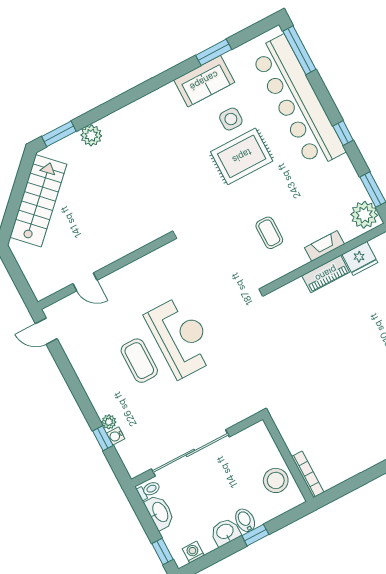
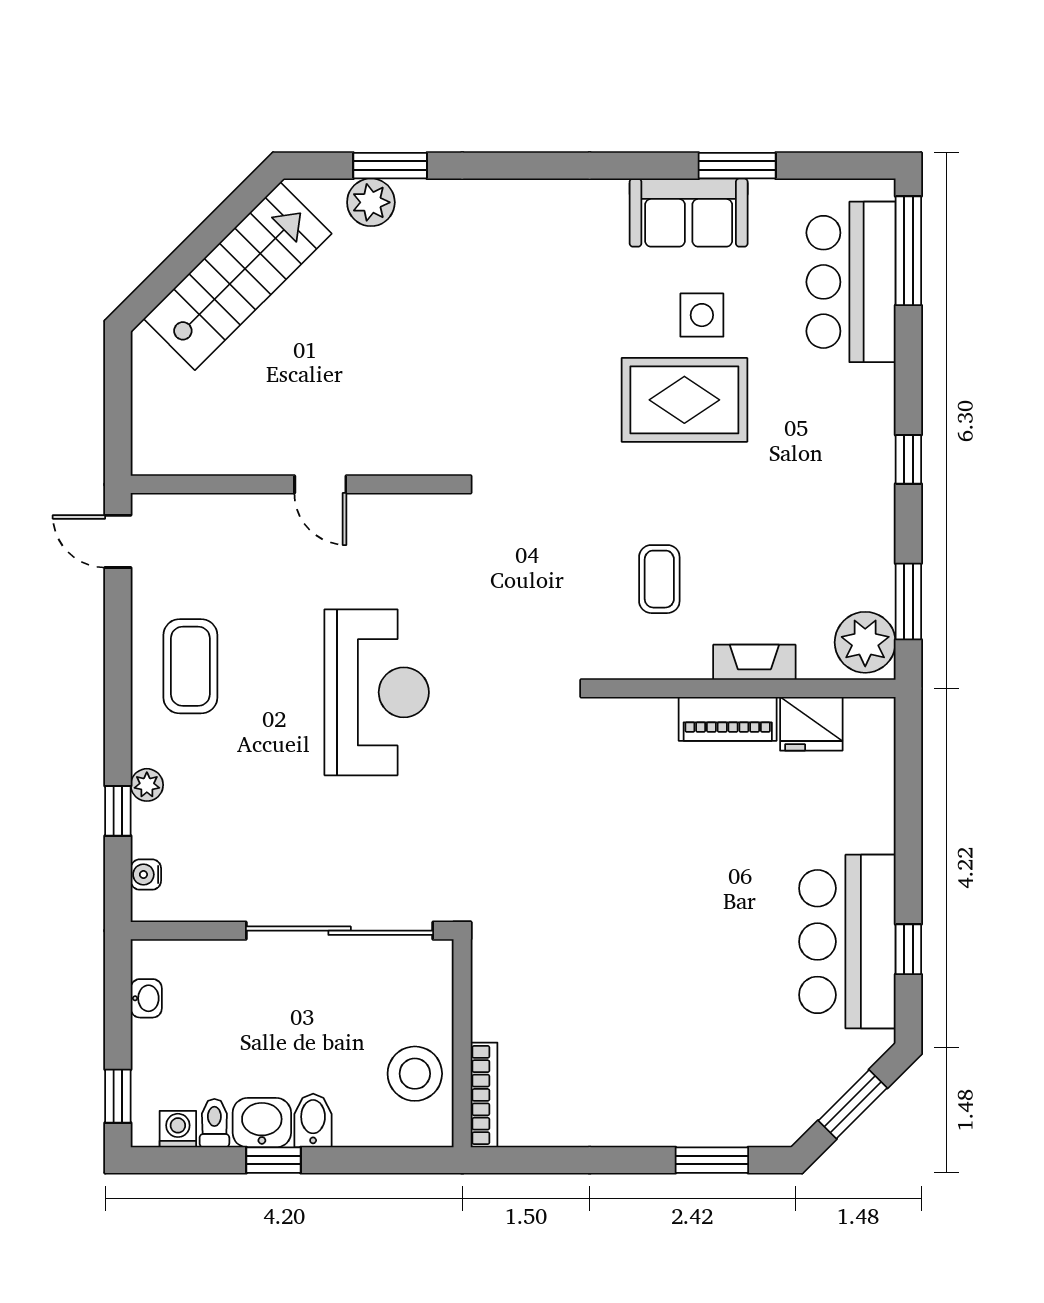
bar counter: (298, 102) -> (851, 282), width x0.54
window: (59, 134) -> (390, 166), moved
plant: (91, 135) -> (371, 202), moved
door: (85, 282) -> (320, 484), moved
coffee table: (139, 361) -> (190, 666), moved
water cooler: (116, 436) -> (146, 875), moved
sliding door: (190, 453) -> (340, 931), moved
toilet: (149, 490) -> (214, 1123), moved, turned -90
washbasin: (160, 512) -> (146, 998), width x0.52, depth x0.69
window: (255, 535) -> (273, 1160), moved

